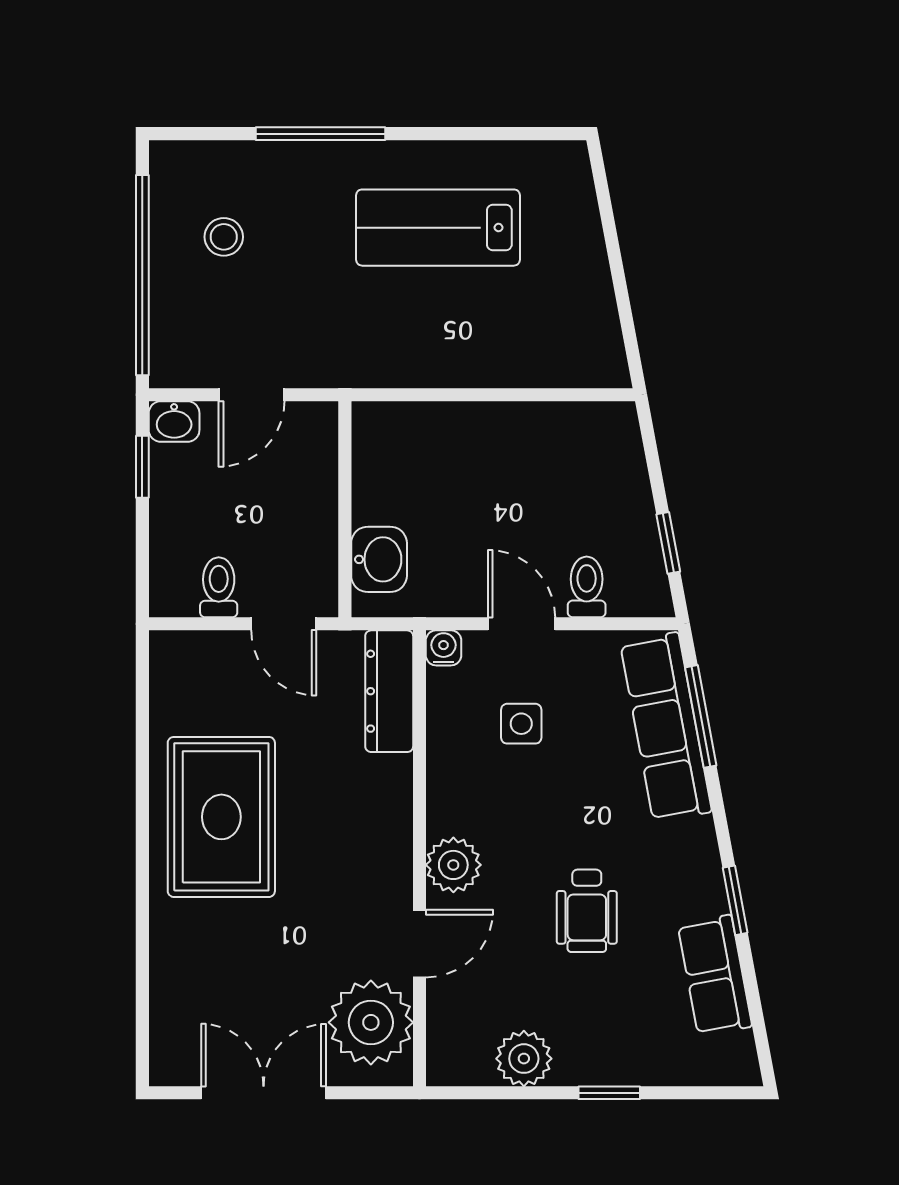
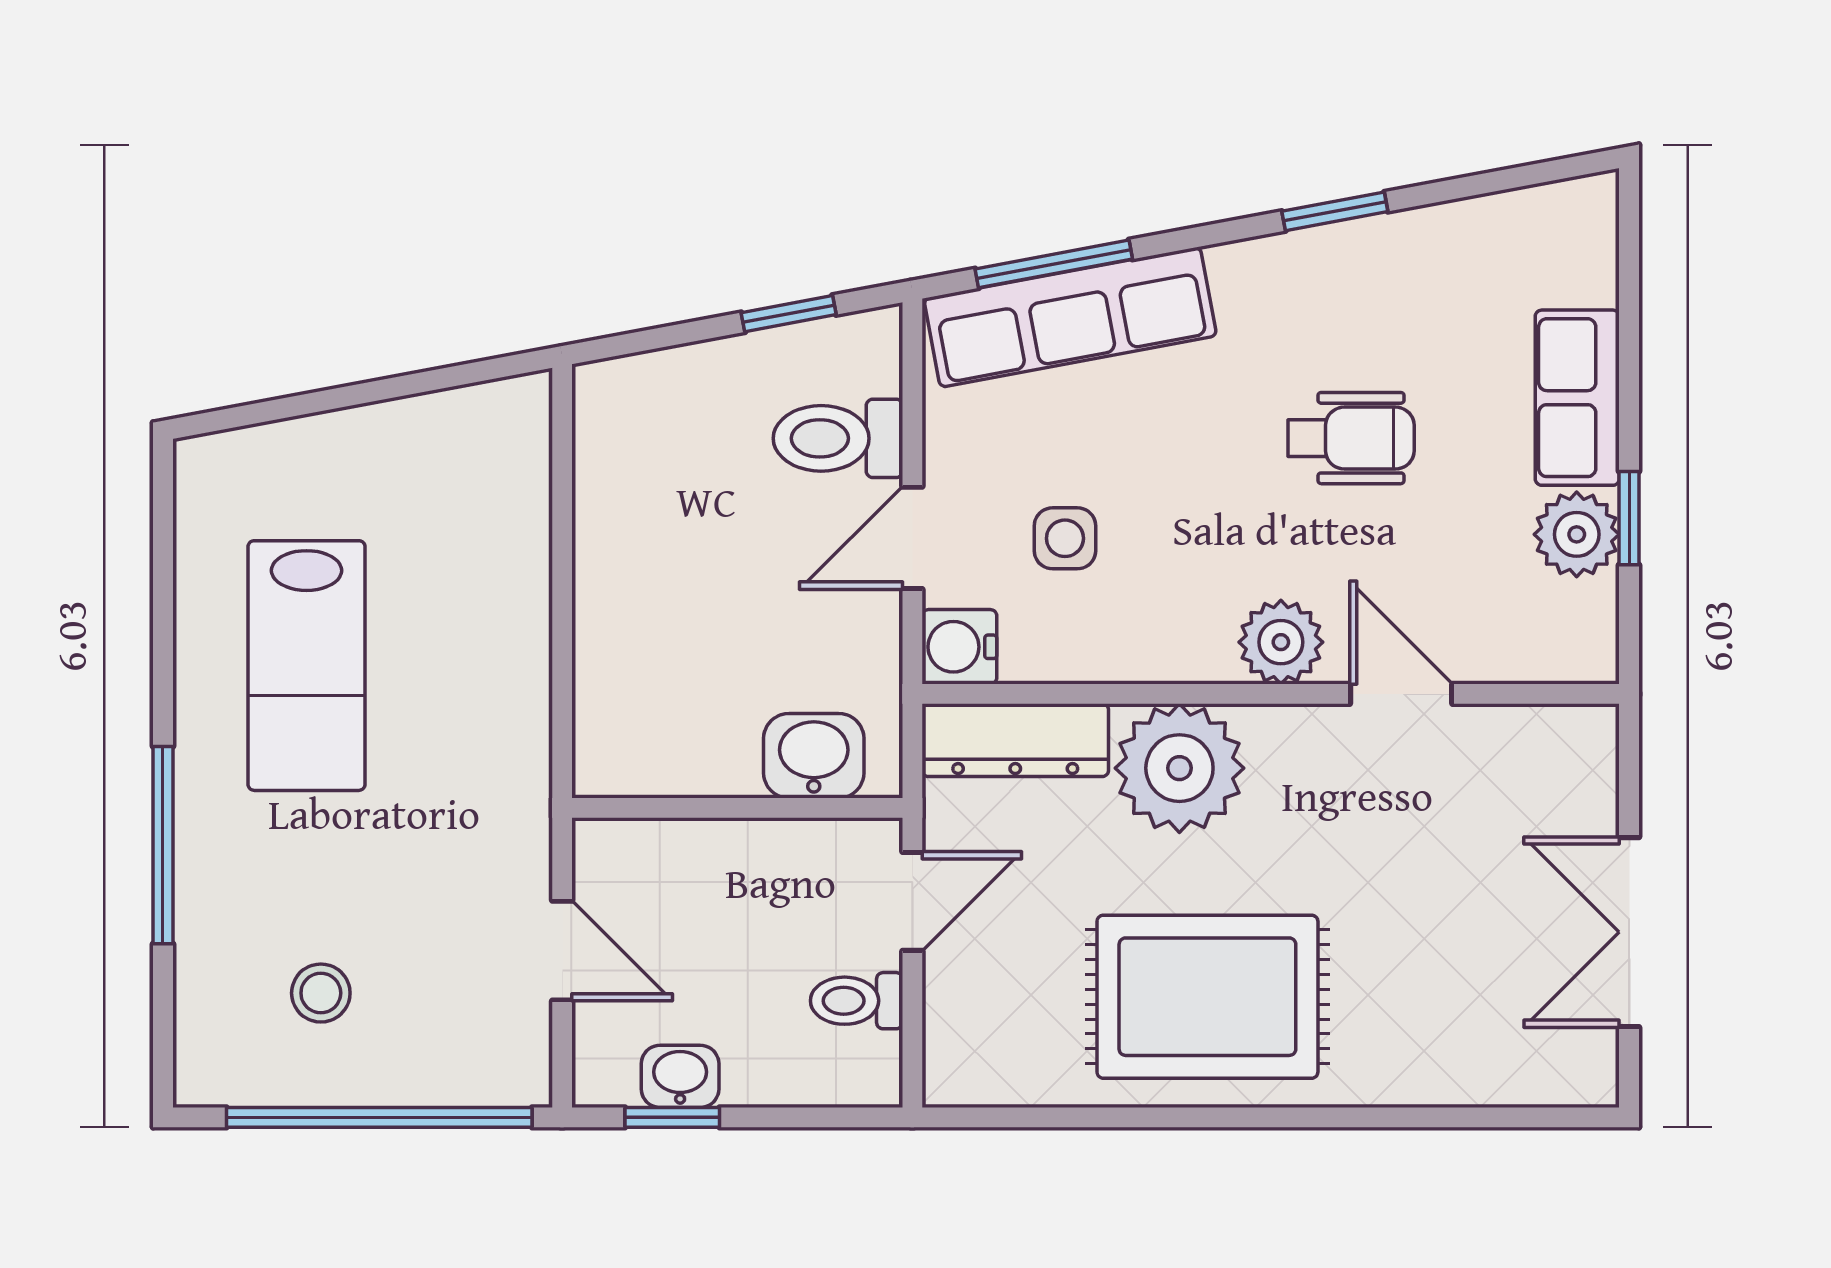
washbasin: (174, 422) -> (680, 1076), moved, turned -90
toilet: (587, 587) -> (838, 438), width x1.37, depth x1.39
water cooler: (444, 648) -> (959, 647), width x1.38, depth x1.38
row of seats: (715, 975) -> (1577, 398), moved, turned 101
plant: (371, 1022) -> (1179, 768), moved
window: (609, 1093) -> (1629, 518), moved

